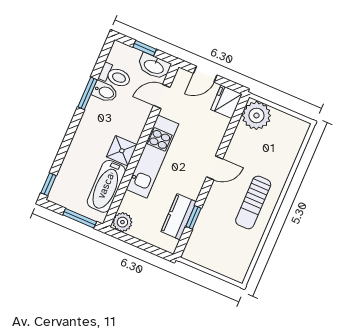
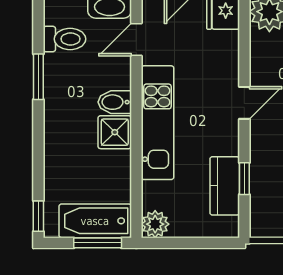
bidet: (105, 92) -> (115, 102), moved, turned 180
bathtub: (106, 186) -> (95, 221), moved, turned 90

